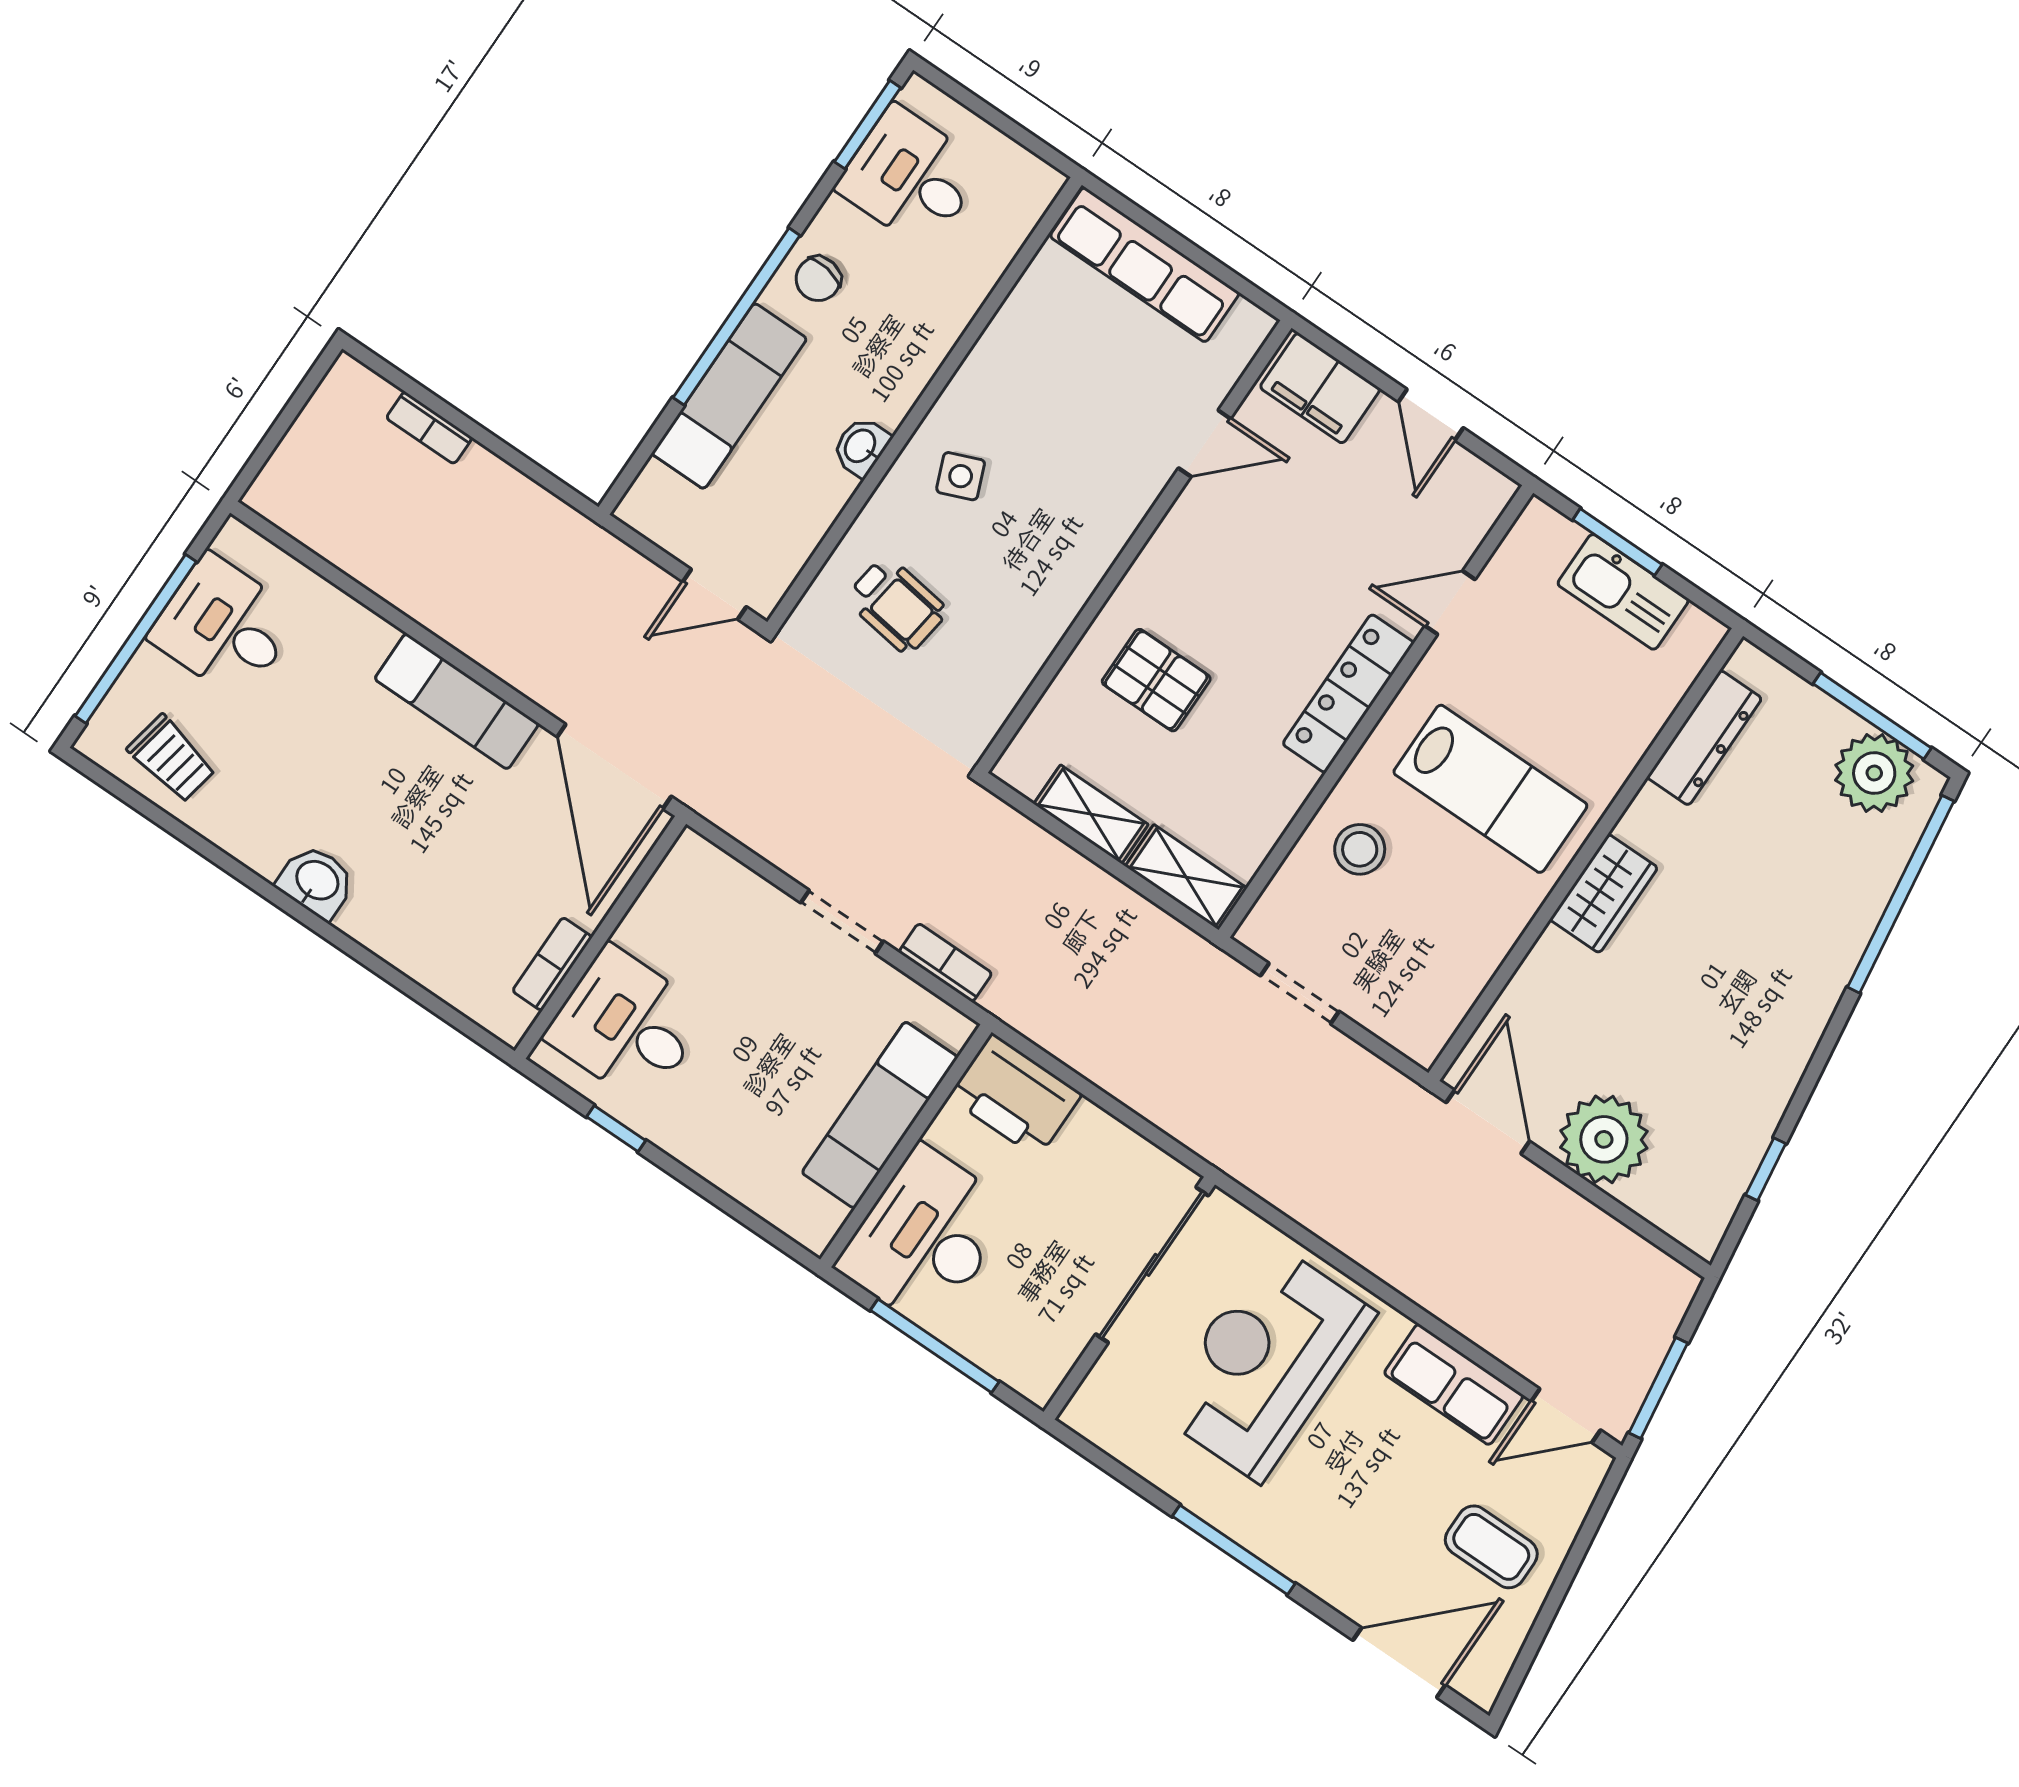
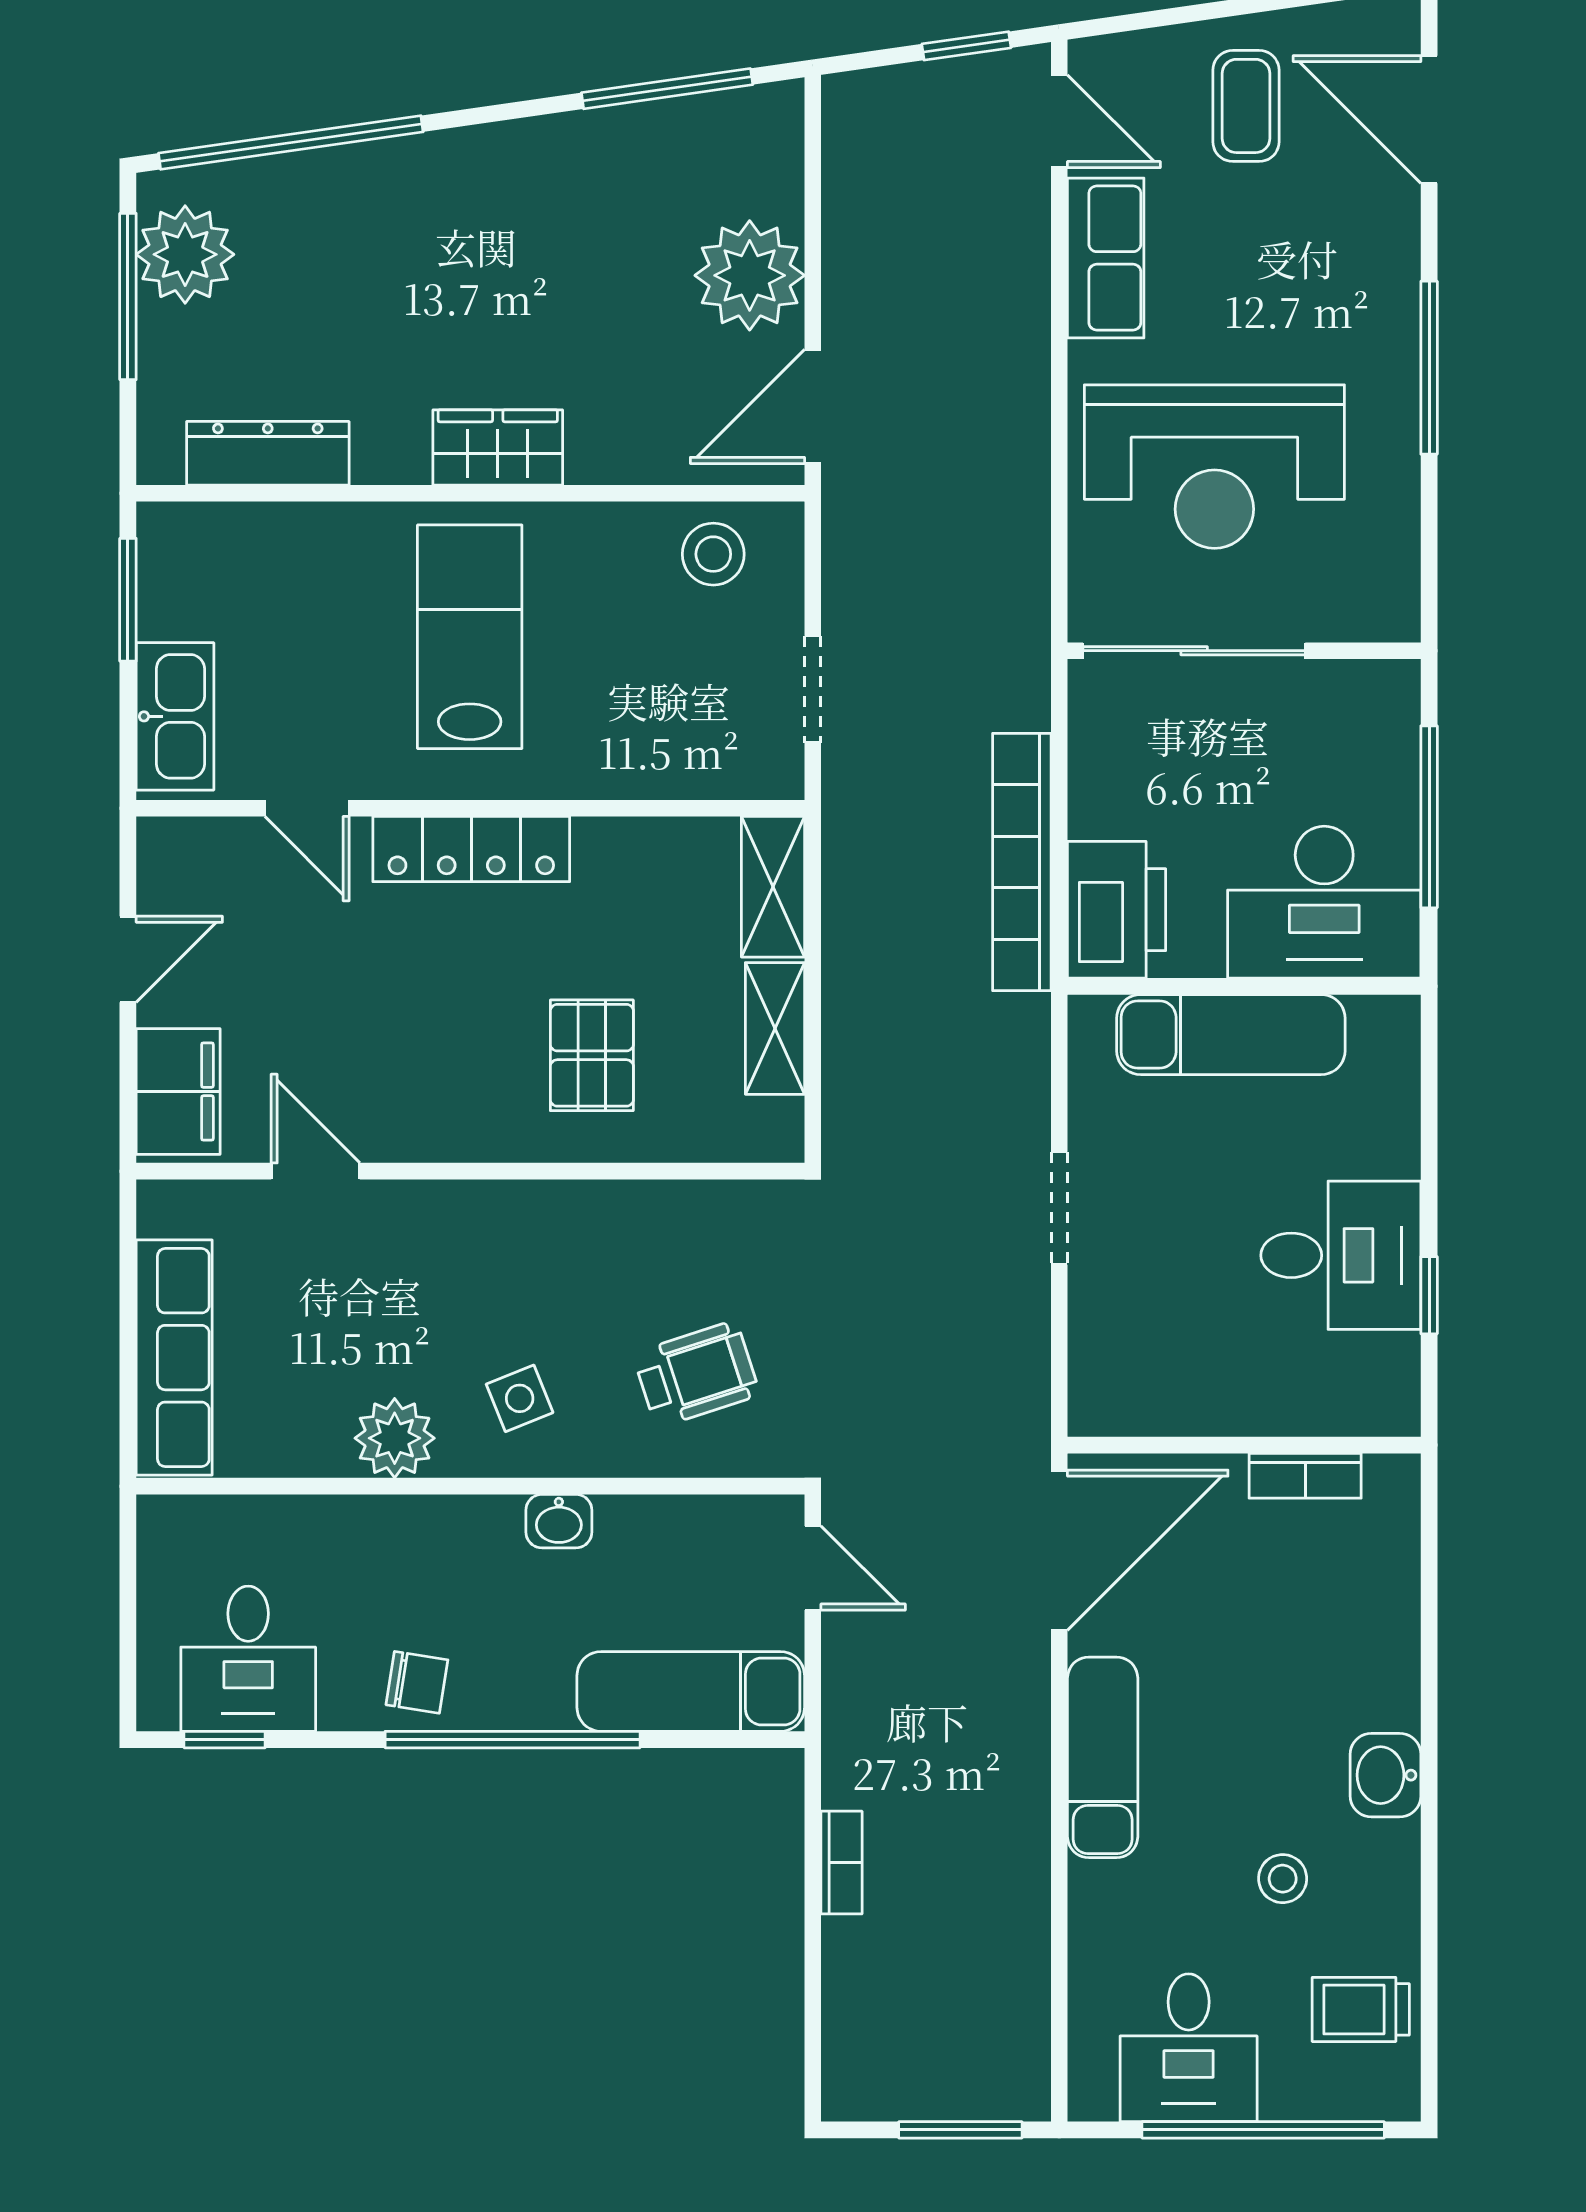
window: (867, 125) -> (225, 1740), width x0.67
plant: (991, 375) -> (395, 1438), added
exam couch: (729, 396) -> (691, 1691), moved
bookcase: (429, 428) -> (842, 1863), moved
window: (273, 437) -> (960, 2130), added
window: (1617, 542) -> (128, 600), moved
kitchen sink: (1623, 592) -> (175, 716), moved
wheelchair: (897, 605) -> (696, 1374), turned 64
trolley: (172, 759) -> (1361, 2009), turned -101
stool: (294, 766) -> (1283, 1879), added
stool: (1360, 849) -> (713, 554), moved
bookcase: (945, 963) -> (1022, 862), moved, width x2.31, depth x1.31
desk: (627, 1025) -> (1341, 1255), moved, turned -90
window: (1766, 1169) -> (667, 89), width x2.17
window: (1658, 1388) -> (966, 46), width x0.67

